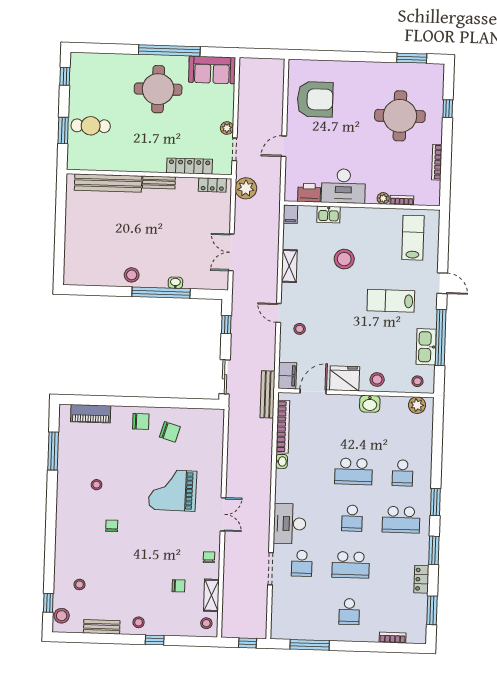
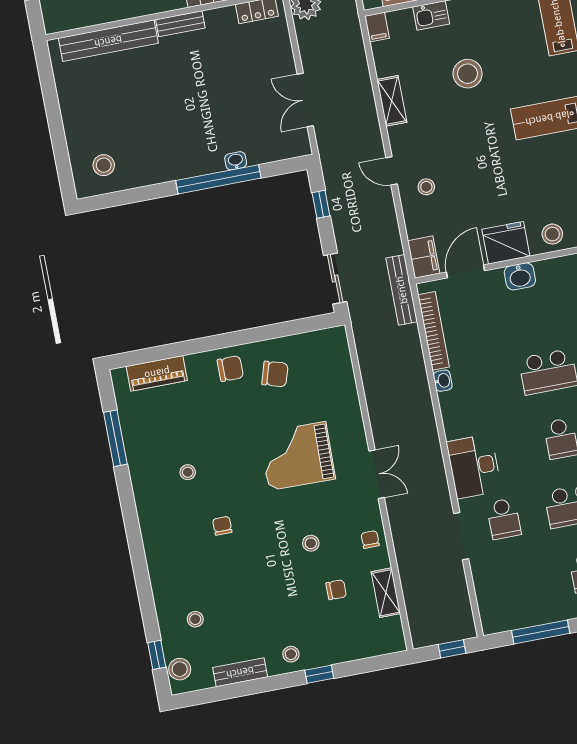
stool: (132, 275) -> (104, 165), moved
washbasin: (370, 404) -> (520, 276), moved
stool: (206, 623) -> (311, 543), moved

